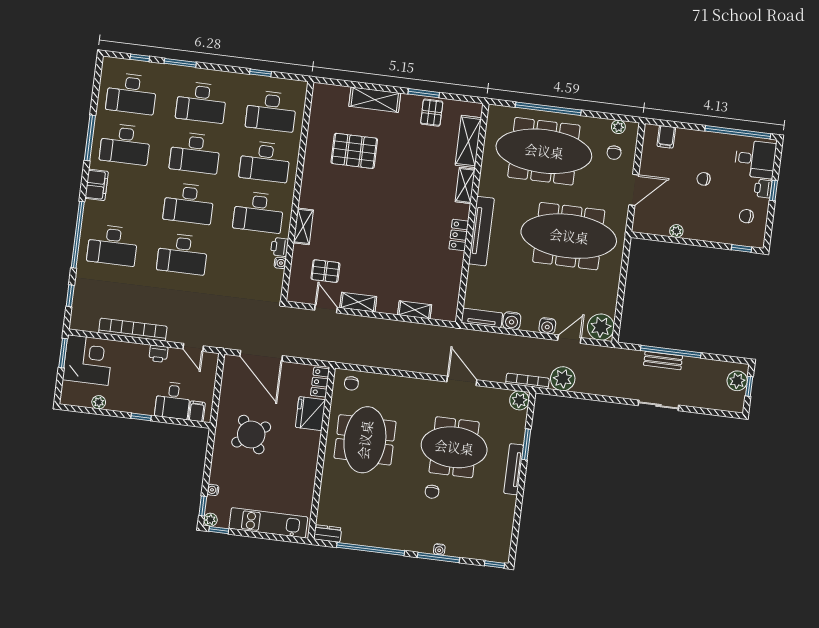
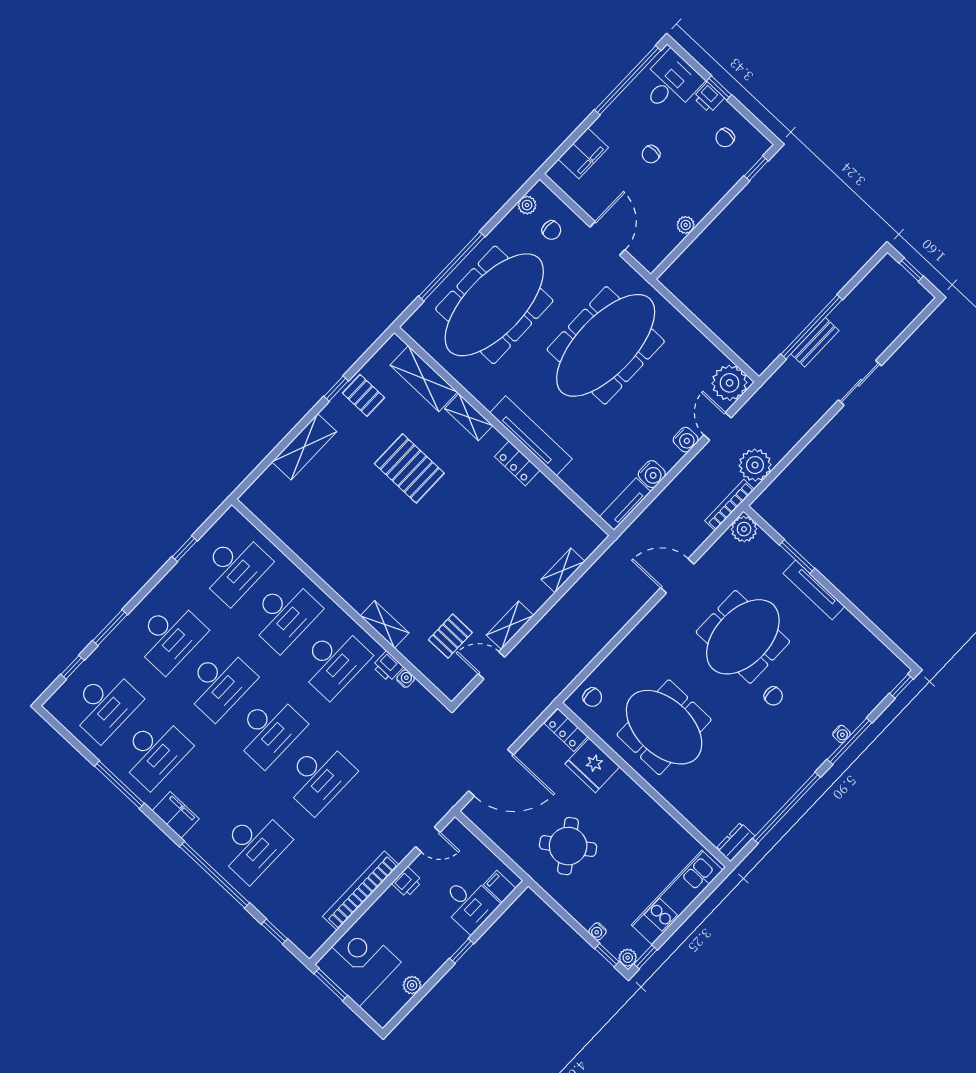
window: (424, 93) -> (336, 389), width x0.67
filing cabinet: (666, 137) -> (583, 153), width x2.00
pallet: (354, 151) -> (409, 468), moved, turned 90
plant: (737, 381) -> (896, 278), removed

